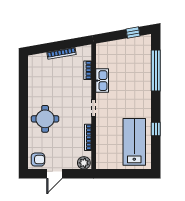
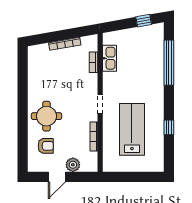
kitchen sink: (102, 81) -> (110, 58), moved
lab bench: (134, 142) -> (132, 129), moved
armchair: (38, 160) -> (46, 146), moved
plant: (84, 163) -> (73, 165), moved

